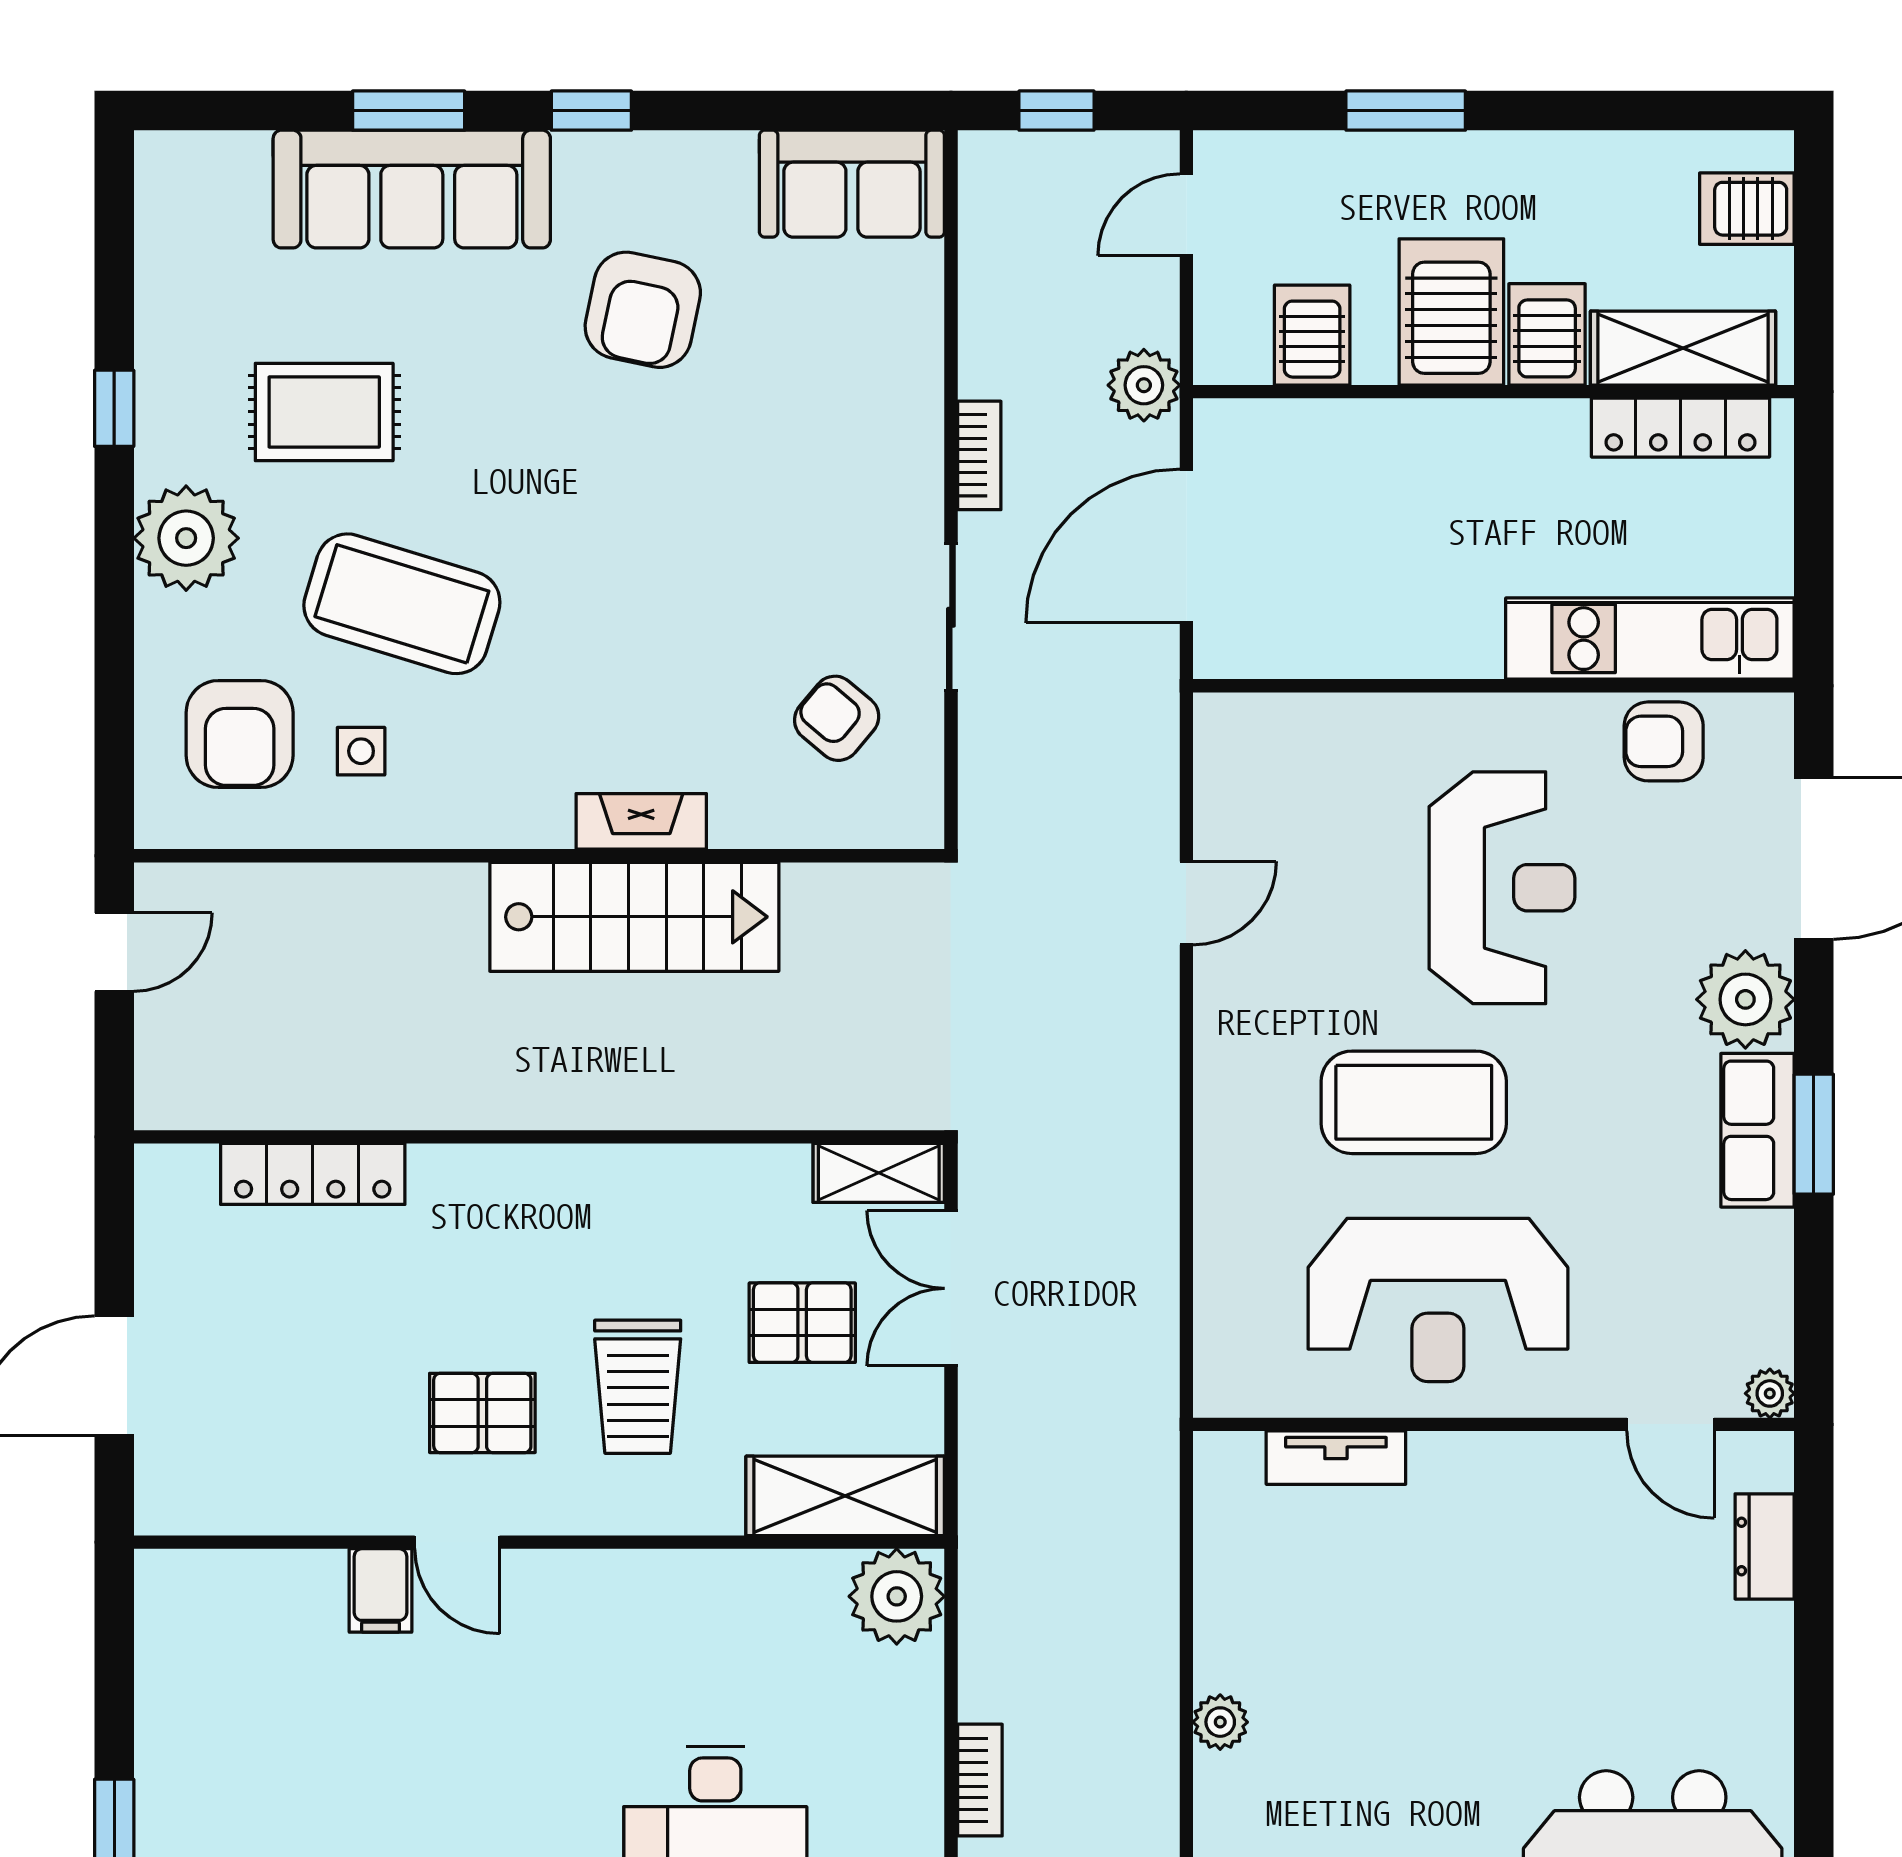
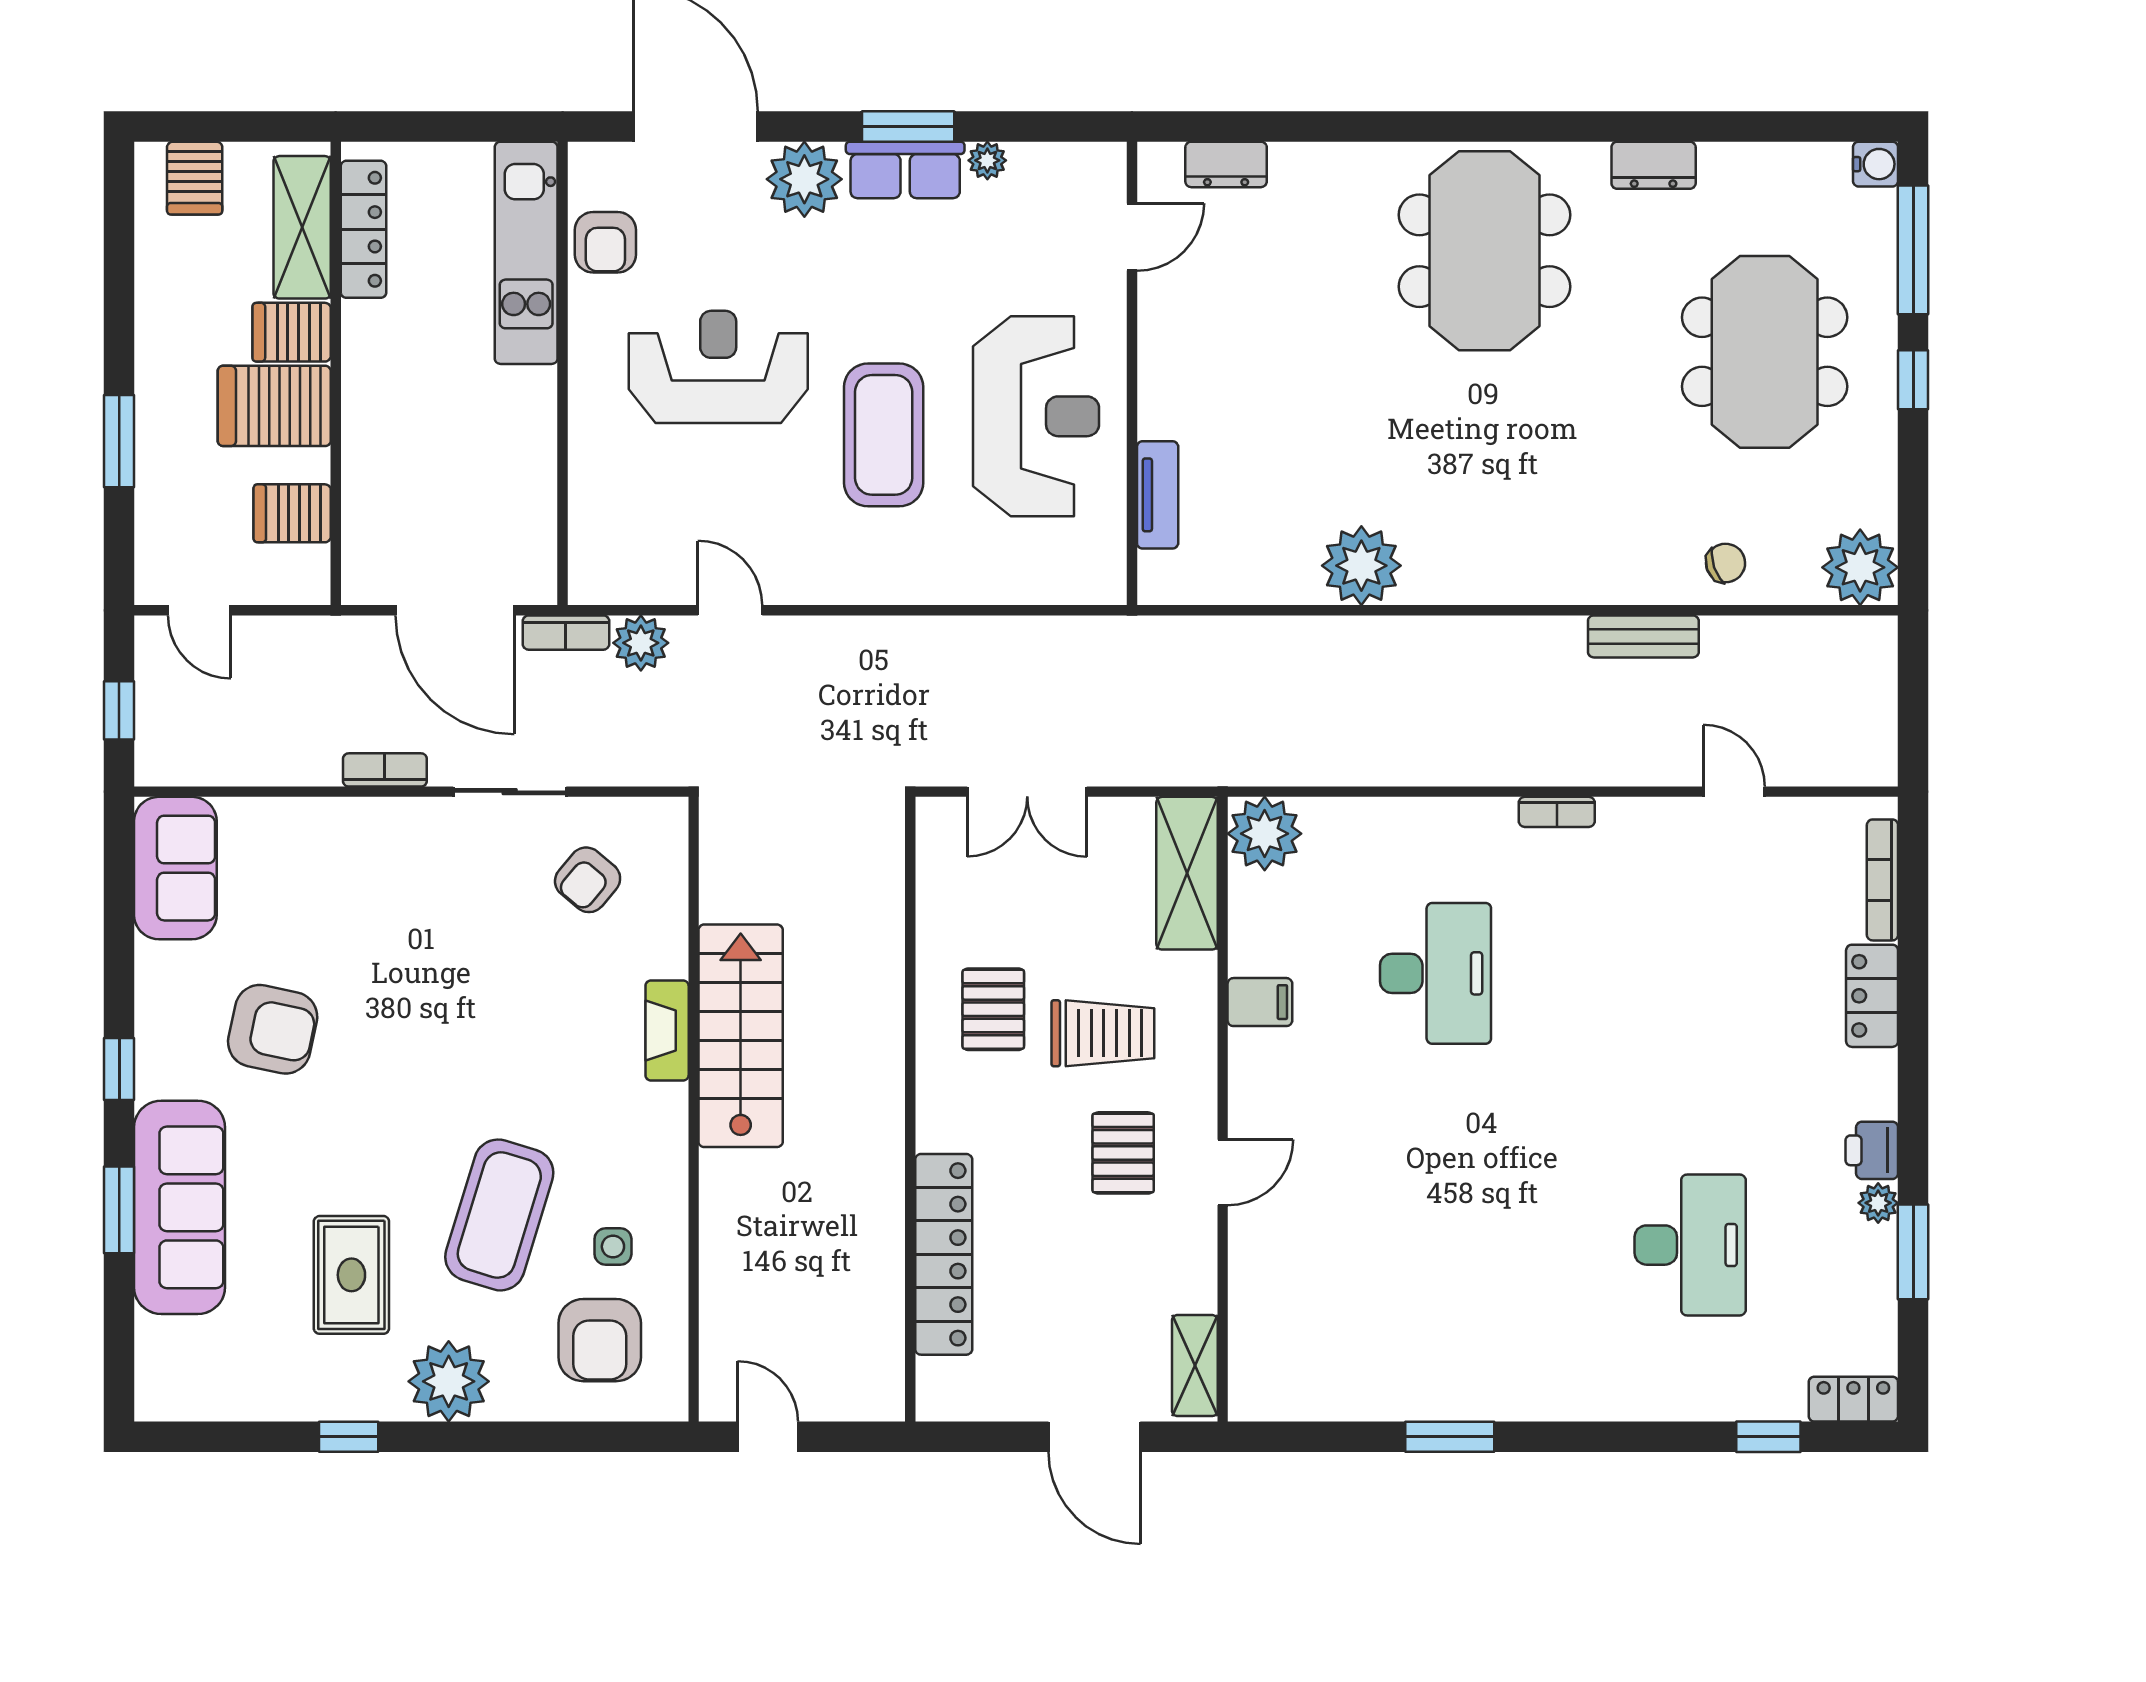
plant: (1144, 385) -> (641, 643), moved
armchair: (240, 734) -> (600, 1340), turned 90
shelving: (879, 1173) -> (1195, 1366), moved
locker: (313, 1174) -> (944, 1254), width x1.41, depth x1.21
pallet: (802, 1323) -> (993, 1009), moved
plant: (1770, 1393) -> (987, 160), moved
filing cabinet: (381, 1590) -> (1260, 1002), moved
plant: (1220, 1722) -> (1361, 566), width x1.88, depth x1.88
bookcase: (980, 1780) -> (566, 633), moved, turned 180

